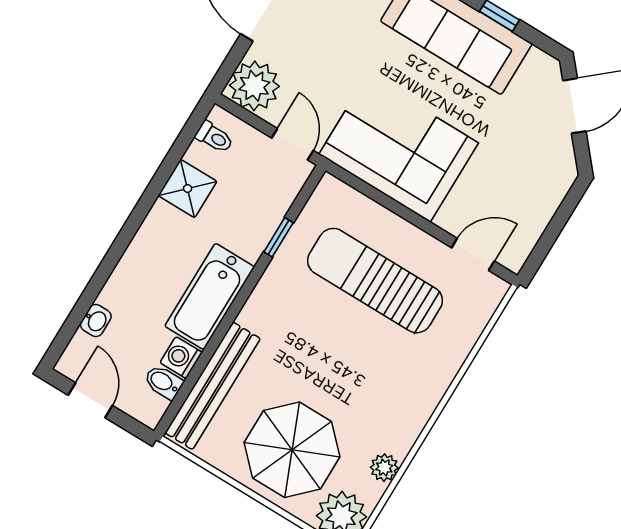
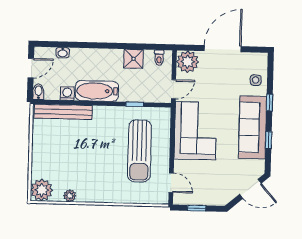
window: (552, 233) -> (197, 208), added
sun lounger: (375, 281) -> (139, 151), turned 180
bidet: (163, 382) -> (38, 92), moved
parasol: (292, 450) -> (56, 156), removed

